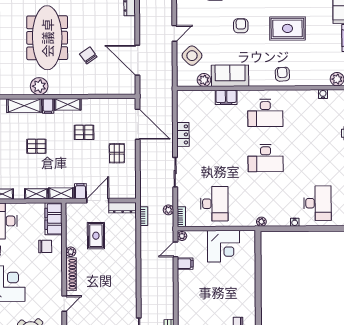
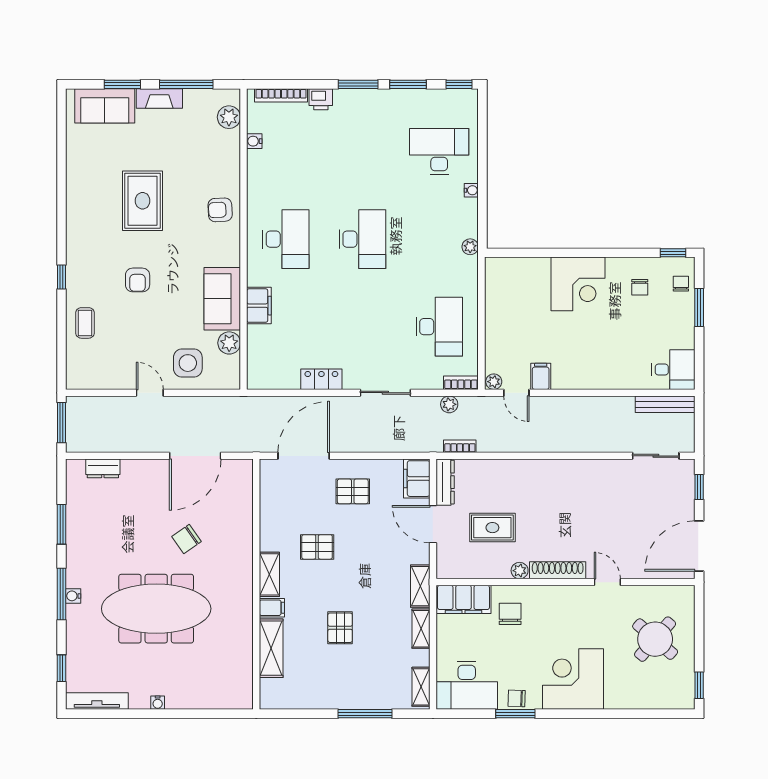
armchair: (241, 26) -> (138, 280), turned -90
side table: (192, 56) -> (188, 363), turned 45
plant: (39, 86) -> (238, 623), removed
pallet: (84, 132) -> (317, 547), turned 90
filing cabinet: (80, 191) -> (417, 479), moved, width x2.00
desk: (214, 204) -> (439, 327), turned 90
corner desk: (223, 246) -> (578, 284), moved, turned 90

